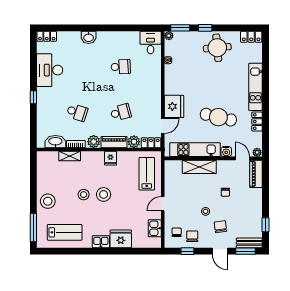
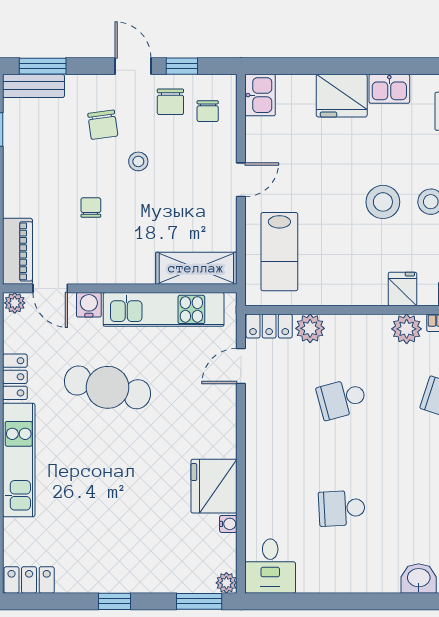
window: (205, 28) -> (114, 601), moved
round table: (217, 48) -> (110, 554), removed
fridge: (174, 106) -> (214, 486), moved
piano: (114, 142) -> (358, 328), removed
fridge: (111, 158) -> (402, 289), moved
shelving: (199, 167) -> (196, 268), moved
kitchen sink: (155, 228) -> (260, 95), moved
door: (220, 251) -> (133, 66), moved

